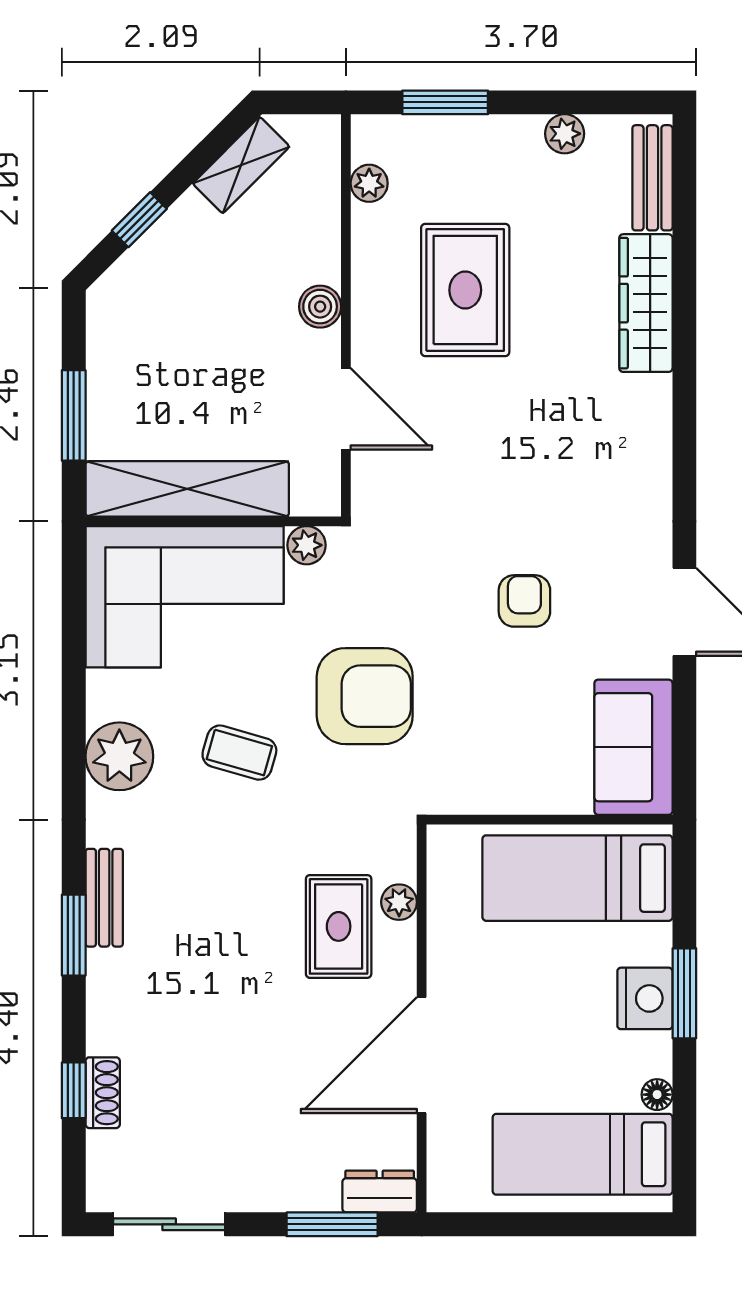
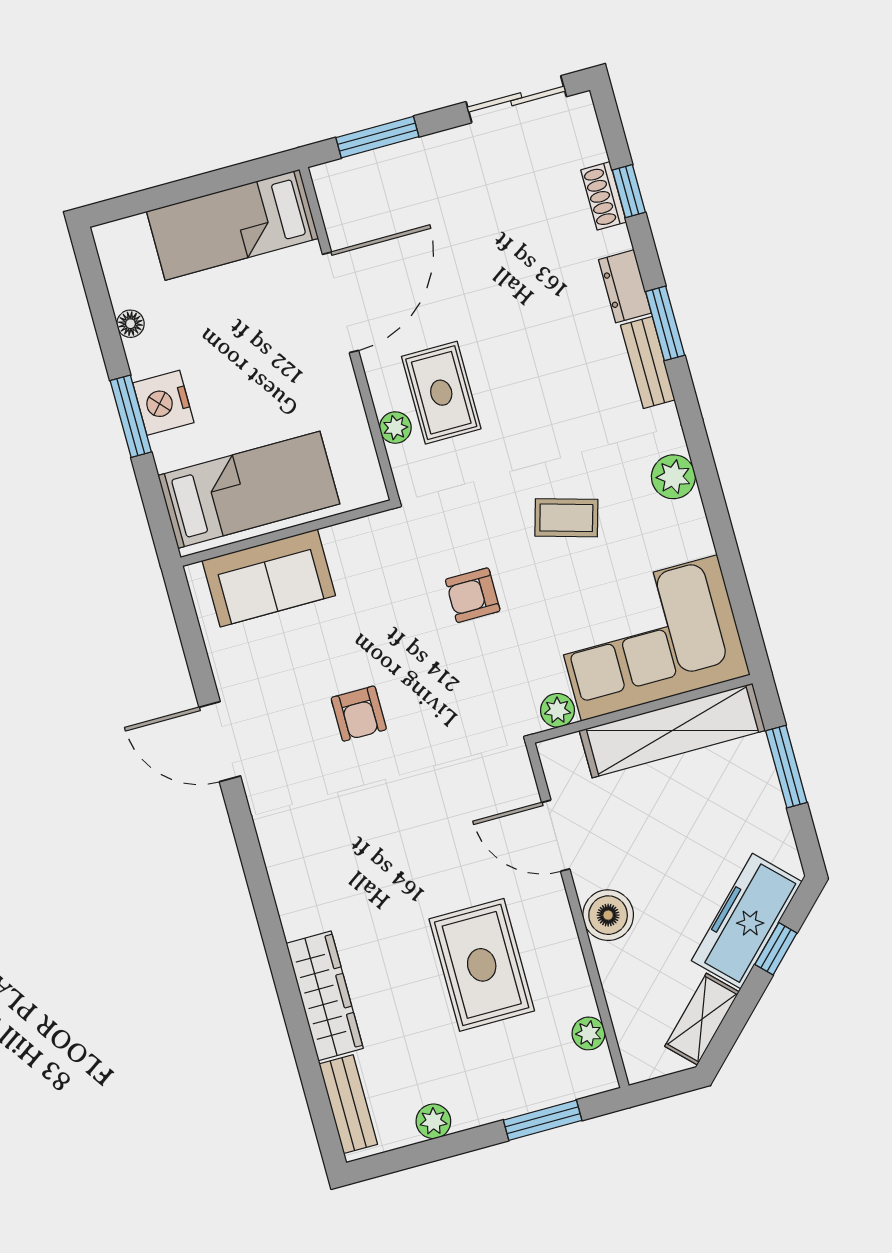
freezer: (163, 259) -> (747, 921), added
boiler: (320, 307) -> (608, 915), width x1.36, depth x1.36
armchair: (365, 696) -> (473, 595), width x0.53, depth x0.53
sofa: (633, 747) -> (269, 578), moved, turned 90
plant: (119, 756) -> (673, 477), width x0.73, depth x0.73
bed: (583, 1154) -> (232, 225), moved, turned 180
dresser: (380, 1192) -> (625, 286), moved, turned 90

